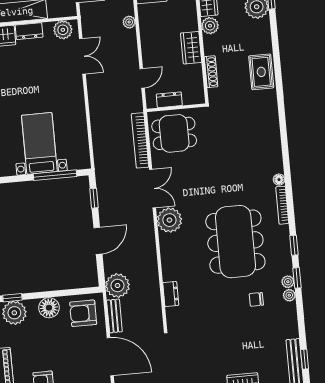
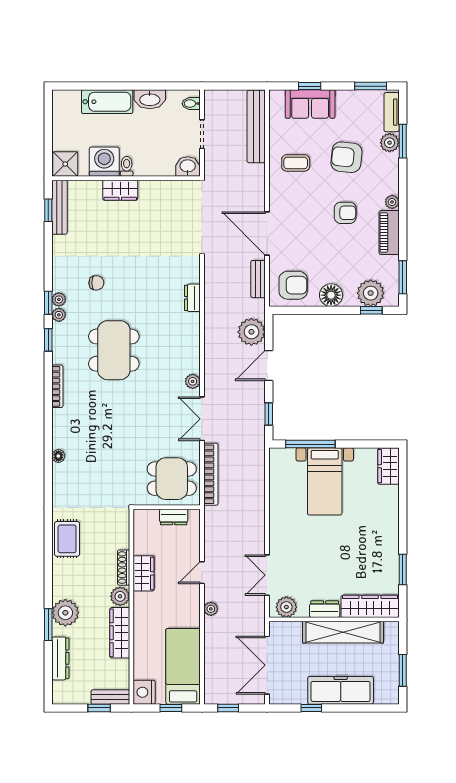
shoe rack: (211, 72) -> (124, 568), moved
door: (142, 78) -> (202, 573), moved
floor lamp: (279, 180) -> (58, 456), moved
plant: (169, 220) -> (193, 381), width x0.53, depth x0.53
dining table: (235, 242) -> (114, 350), width x0.73, depth x0.80
plant: (117, 286) -> (251, 332), moved
plant: (289, 295) -> (59, 315), moved

